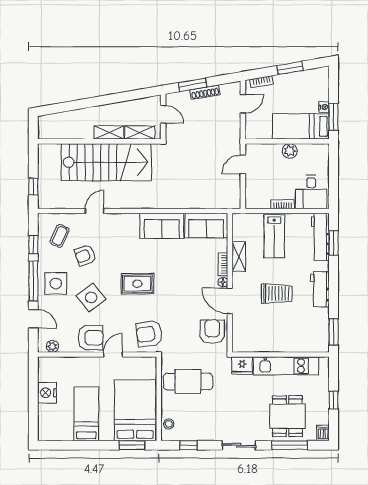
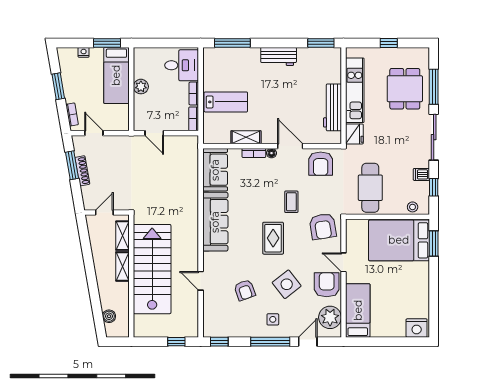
window: (193, 85) -> (72, 165), moved
nightstand: (324, 107) -> (84, 52), moved
boiler: (59, 119) -> (109, 316), added
bookcase: (257, 204) -> (194, 119), added
sofa: (162, 226) -> (215, 222), width x1.36
coffee table: (60, 236) -> (291, 202), moved, turned 66
workbench: (320, 237) -> (332, 107), moved, turned 90
window: (334, 243) -> (232, 43), width x1.44
window: (33, 245) -> (219, 342), moved
side table: (56, 284) -> (273, 319), width x0.54, depth x0.54
trolley: (277, 293) -> (283, 100), removed
door: (230, 301) -> (290, 146), swing flipped
armchair: (212, 332) -> (321, 164), turned -90
plant: (52, 346) -> (330, 317), width x1.87, depth x1.87
nightstand: (47, 393) -> (417, 328), moved
bed: (86, 414) -> (358, 310), moved, turned 90
dining table: (288, 416) -> (405, 89), turned 90
dishwasher: (323, 433) -> (421, 174), moved
sliding door: (239, 445) -> (434, 137), width x1.37

